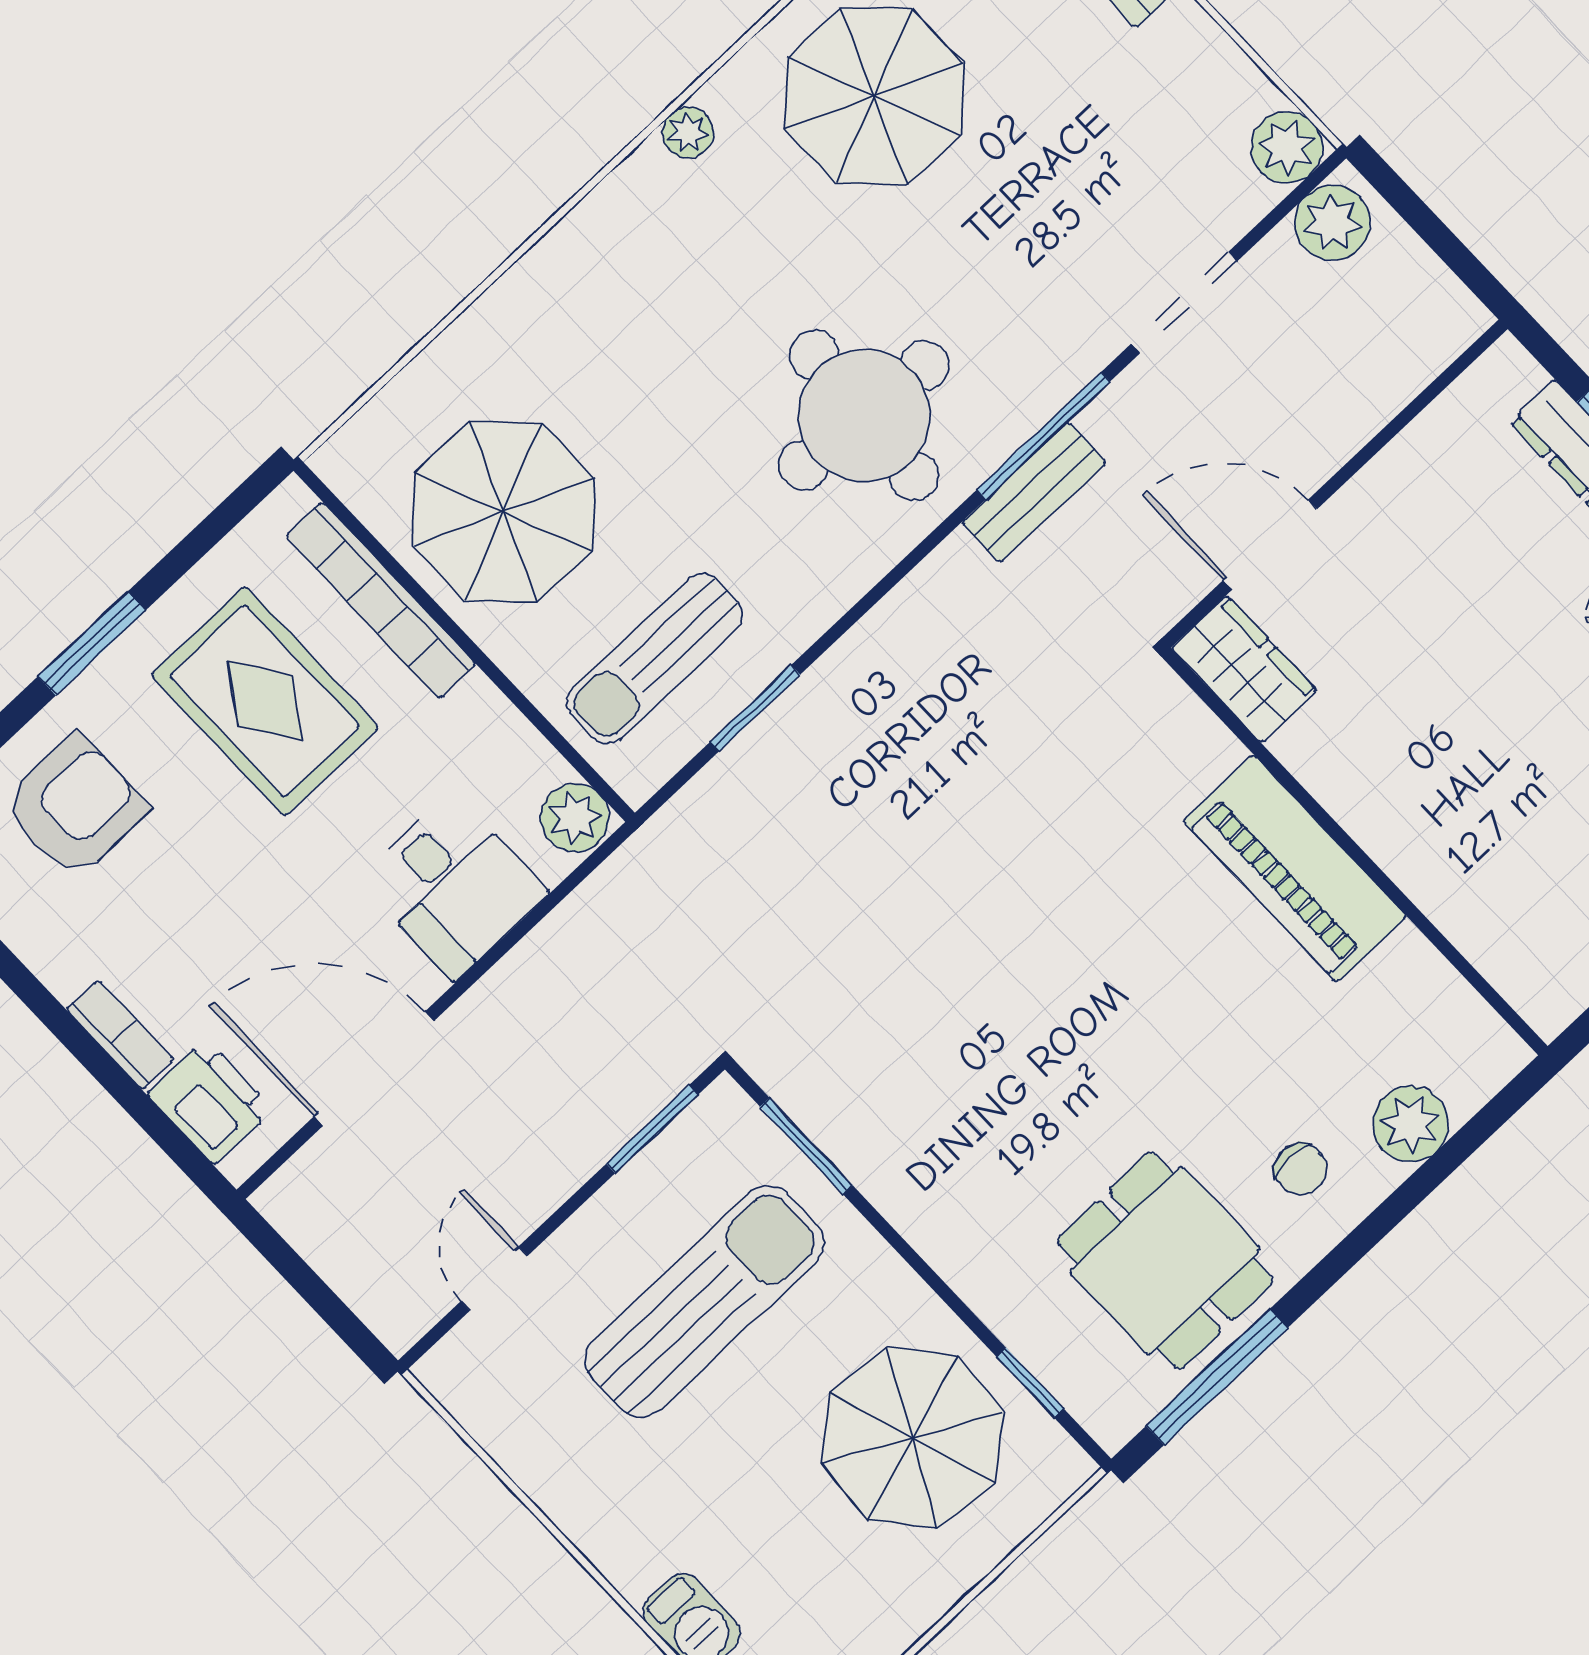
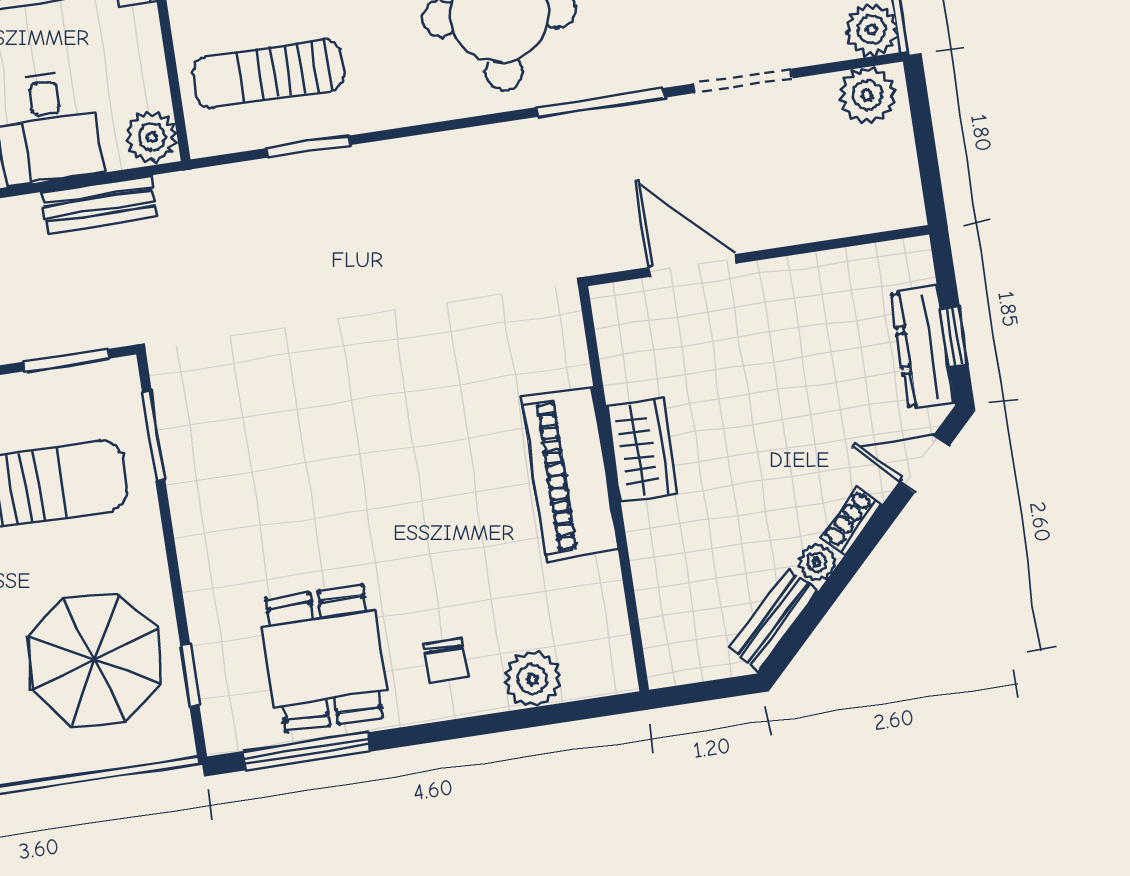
bench: (1034, 492) -> (100, 204), moved
wardrobe: (1244, 669) -> (642, 450), moved

